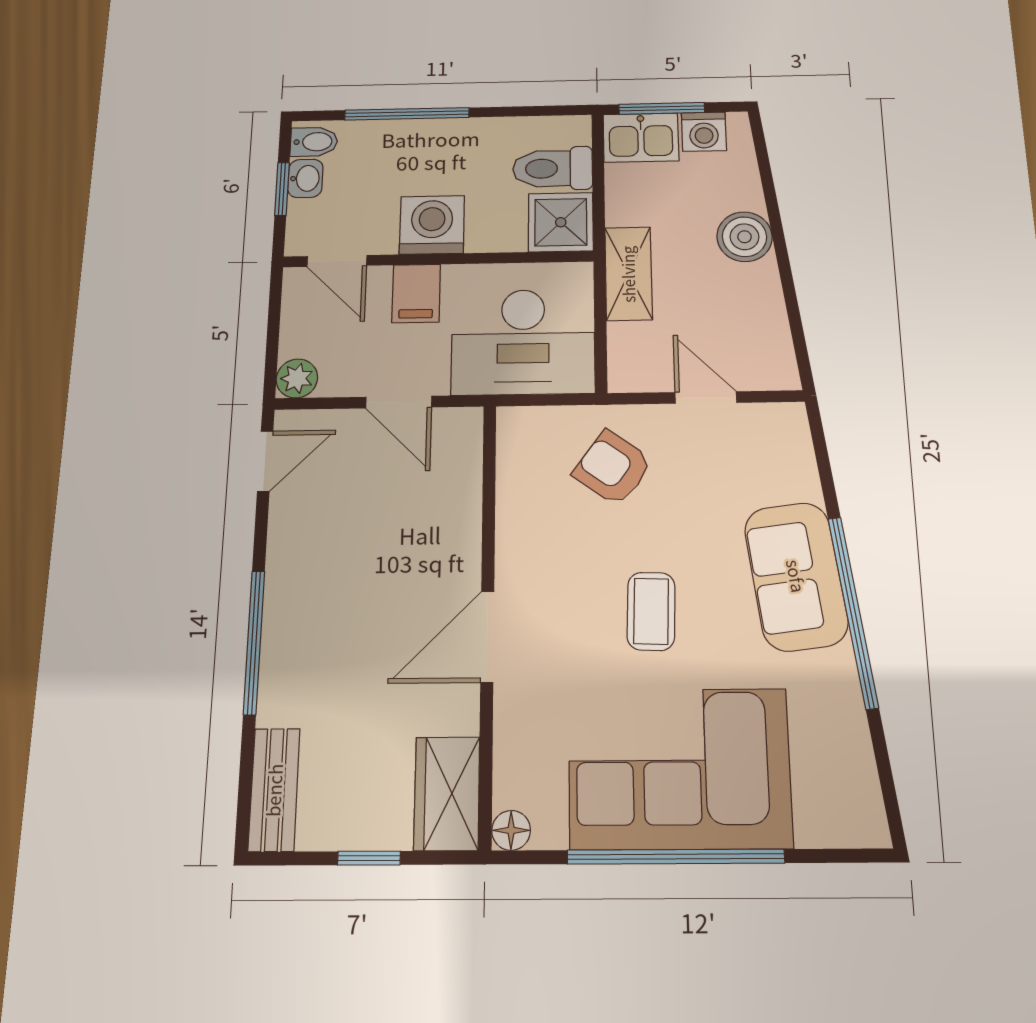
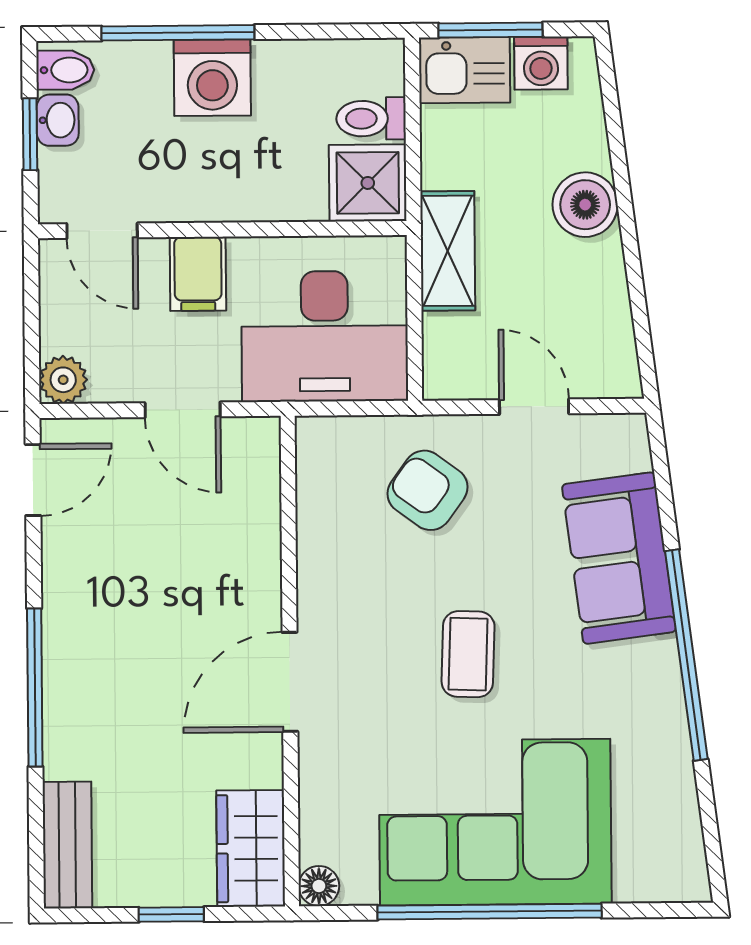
toilet: (553, 168) -> (371, 119), width x0.73, depth x0.72
washing machine: (432, 225) -> (212, 78), moved, turned 180
sofa: (796, 576) -> (619, 558), moved

